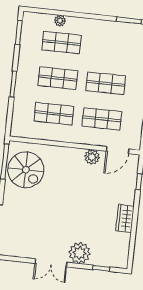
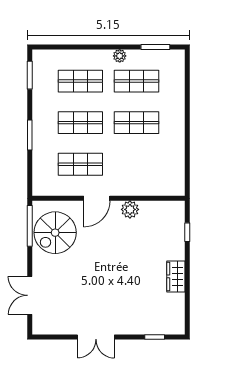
plant: (60, 21) -> (120, 56), moved
shop shelf: (102, 119) -> (137, 81), moved
door: (118, 150) -> (97, 198), moved
spiral stairs: (26, 170) -> (55, 233), turned 90
plant: (80, 253) -> (128, 322), removed

